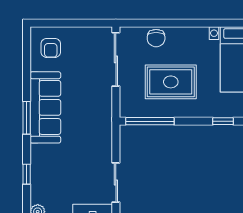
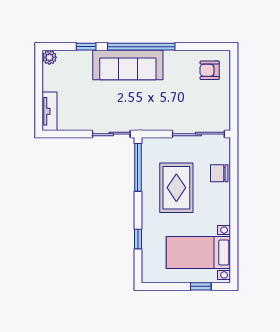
sofa: (45, 107) -> (128, 65), moved
window: (27, 118) -> (141, 47), width x2.11
sliding door: (116, 183) -> (111, 134), moved

